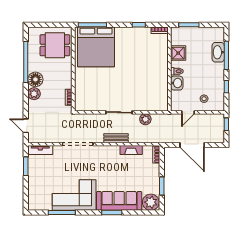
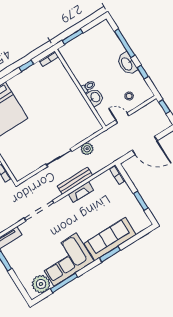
washbasin: (218, 52) -> (127, 64), moved
shower: (178, 53) -> (79, 69), removed
door: (188, 112) -> (122, 118), swing flipped
bench: (116, 138) -> (75, 181), width x1.36
fireplace: (131, 150) -> (81, 192), moved
plant: (151, 202) -> (41, 284), moved

